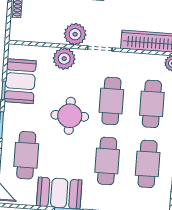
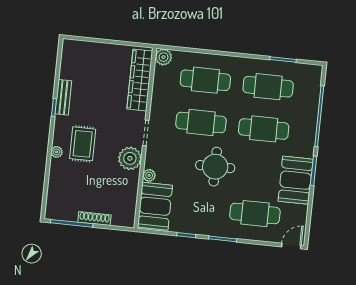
plant: (64, 59) -> (149, 175), width x0.53, depth x0.53
booth: (20, 81) -> (155, 206), moved, turned 90

